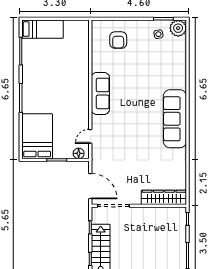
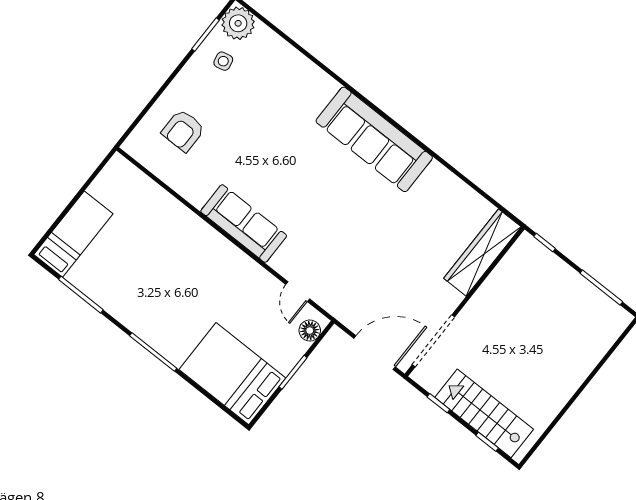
armchair: (118, 40) -> (183, 130), turned 90

